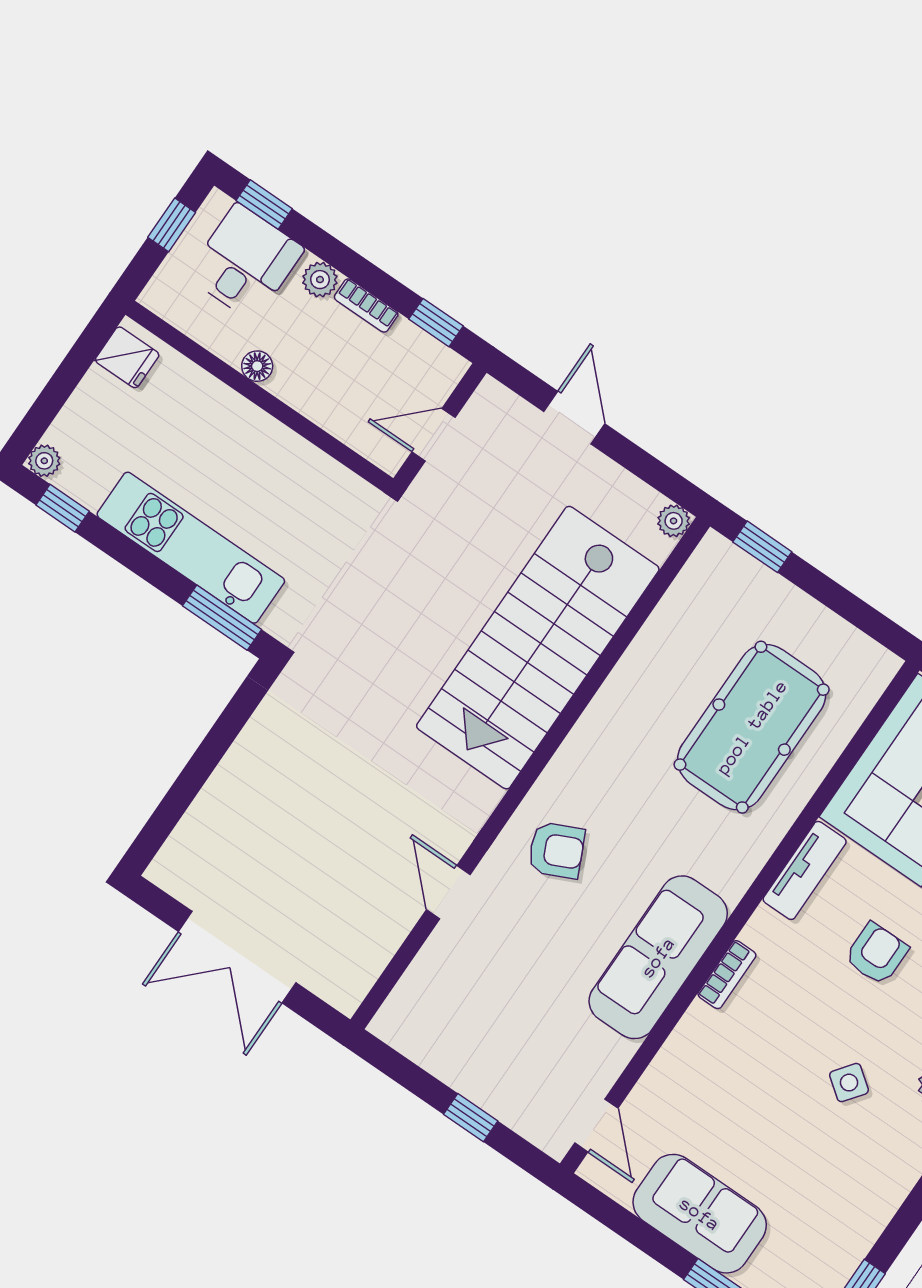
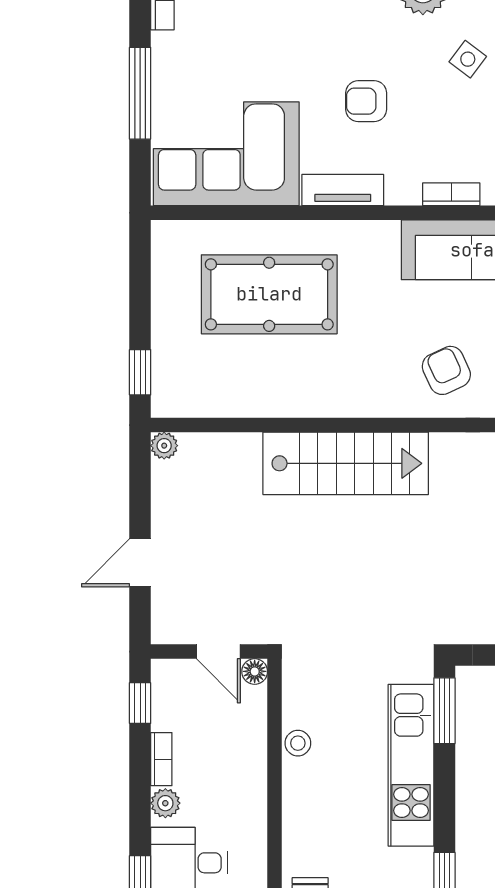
floor lamp: (257, 366) -> (255, 671), moved
stool: (289, 451) -> (298, 743), added
stairs: (538, 648) -> (346, 463), width x0.73, depth x0.66

